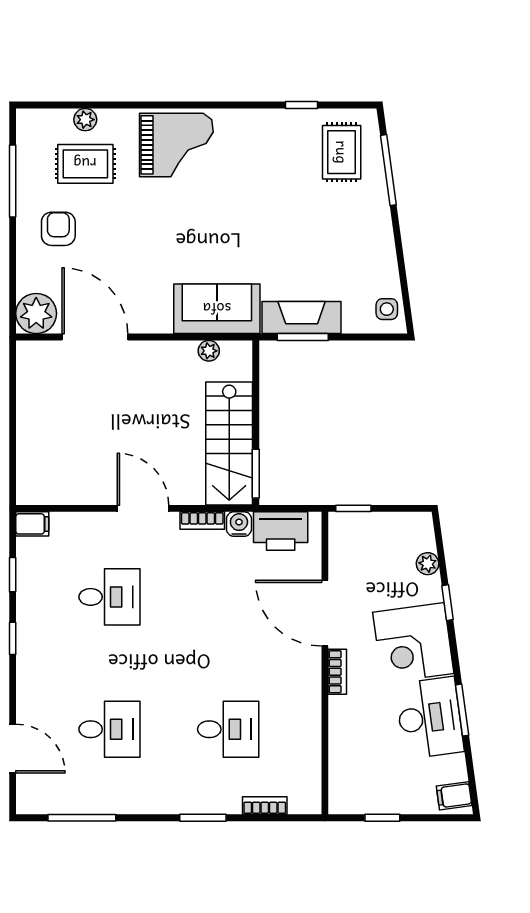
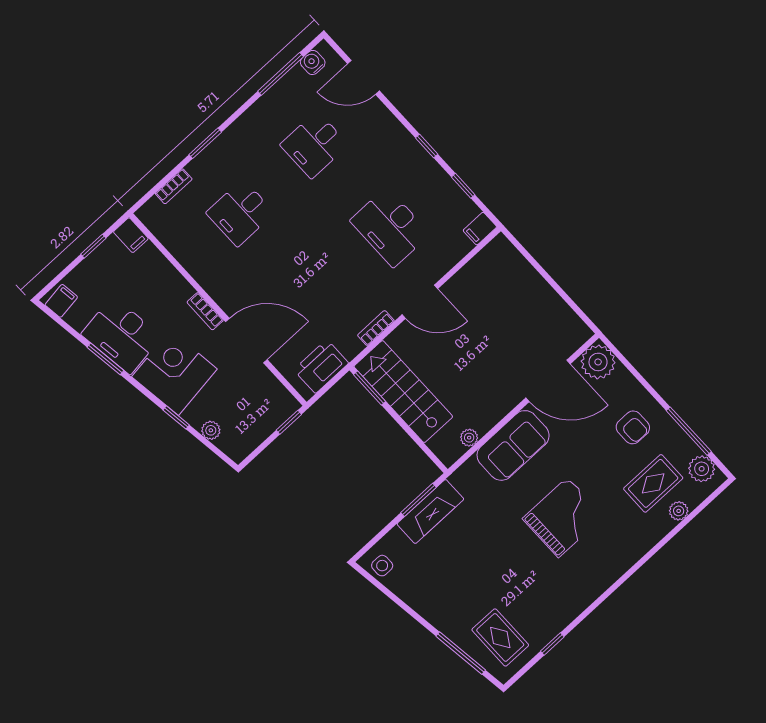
plant: (32, 138) -> (702, 469), added
grand piano: (176, 145) -> (563, 517), moved, turned 180
sofa: (217, 309) -> (513, 445), moved
water cooler: (239, 524) -> (313, 62), moved, turned 180
desk: (109, 597) -> (390, 227), width x1.37
filing cabinet: (341, 797) -> (131, 235), added

